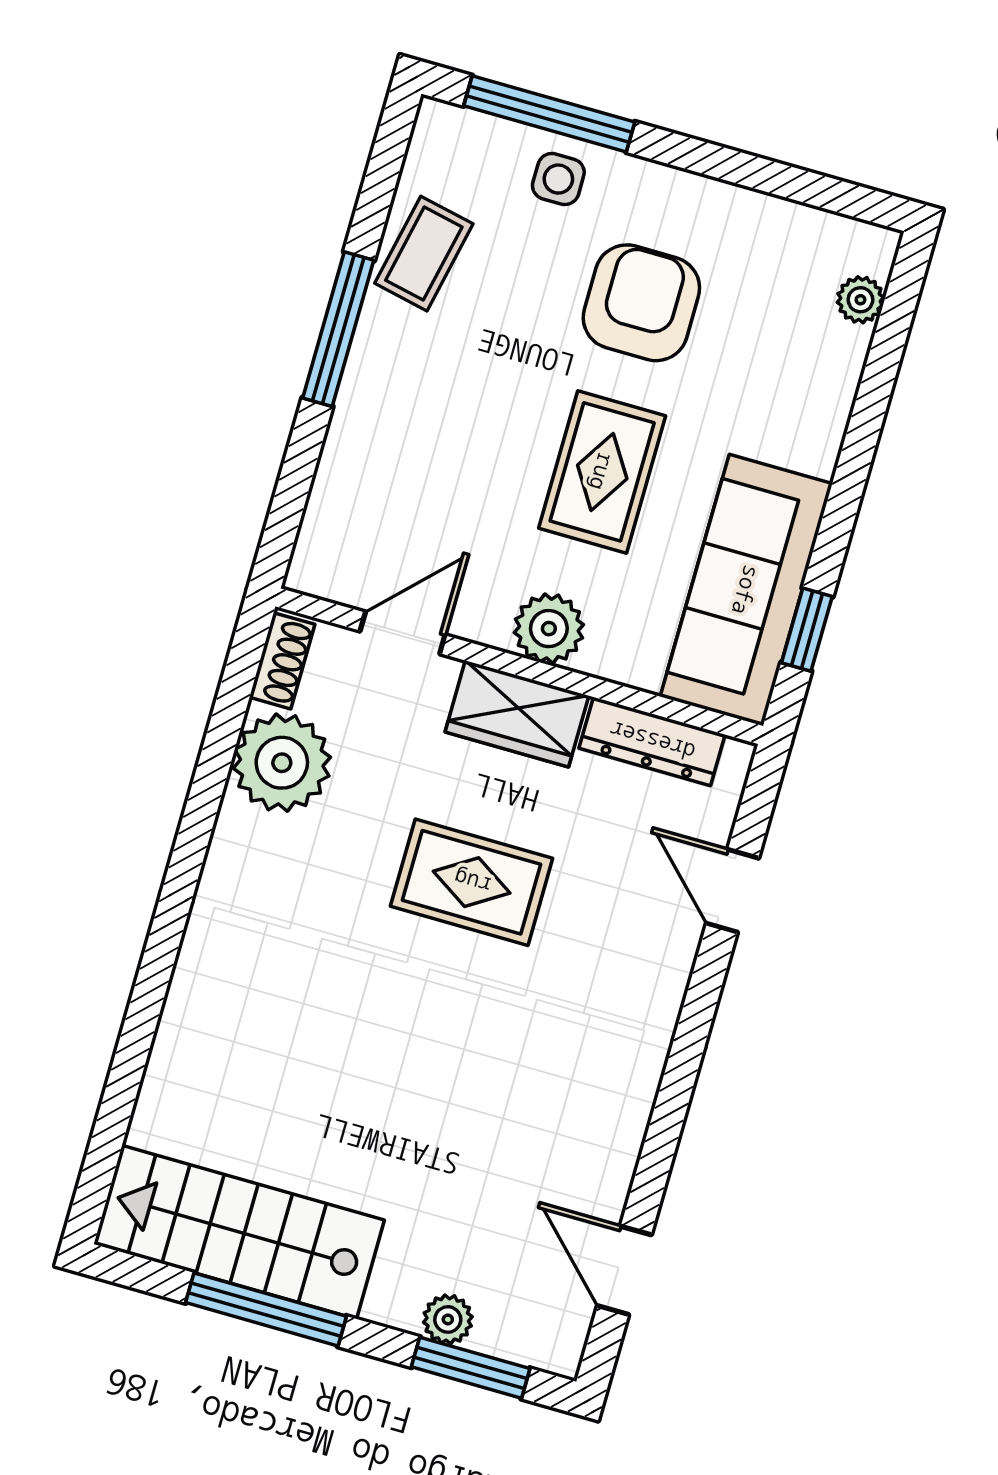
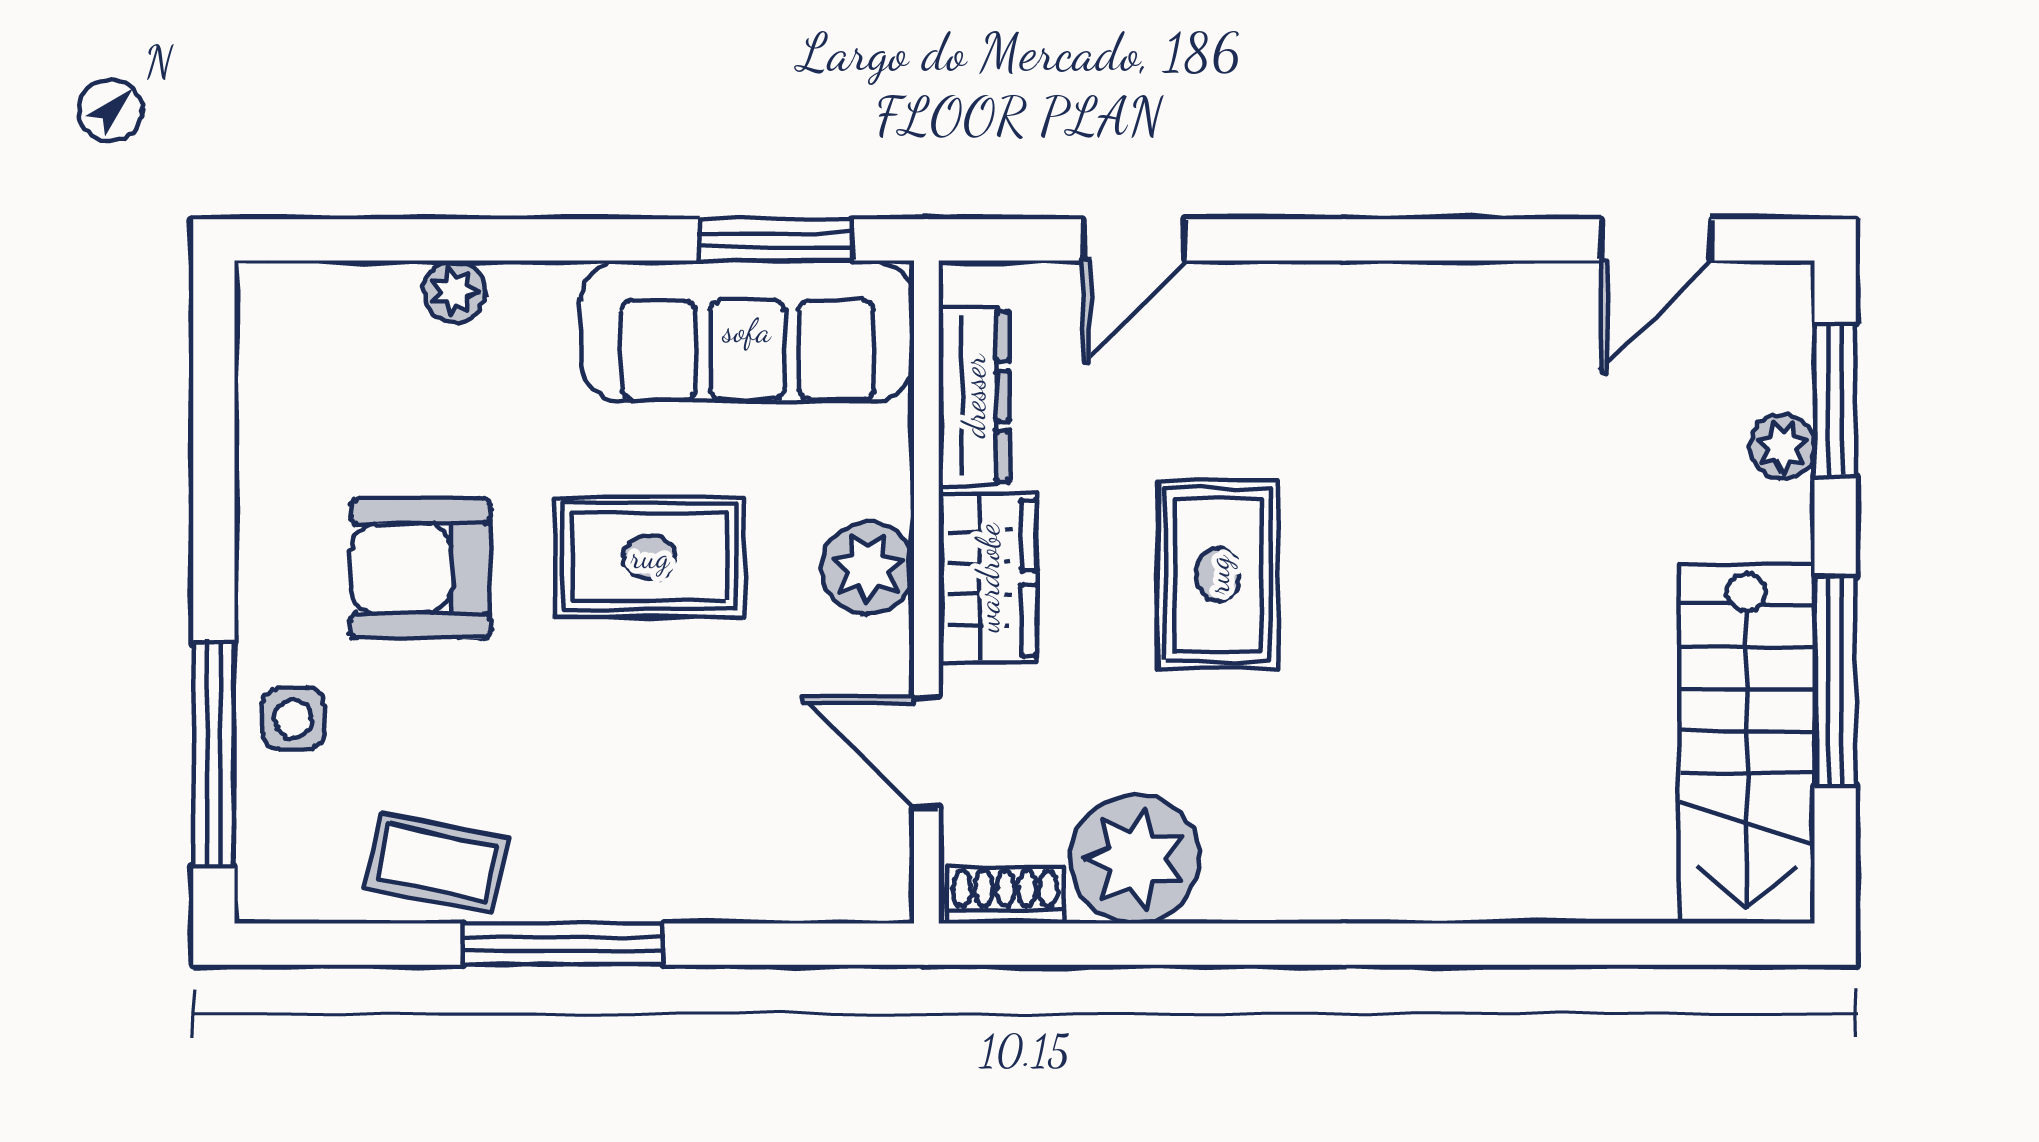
plant: (860, 300) -> (454, 291), moved
window: (807, 630) -> (776, 240), width x1.50

